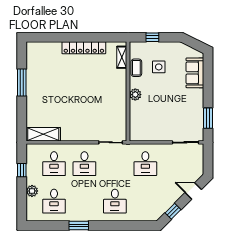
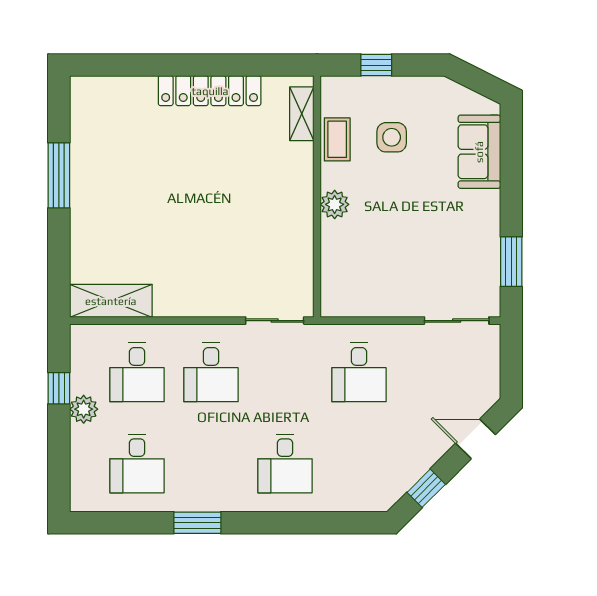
plant: (32, 191) -> (84, 409), moved

